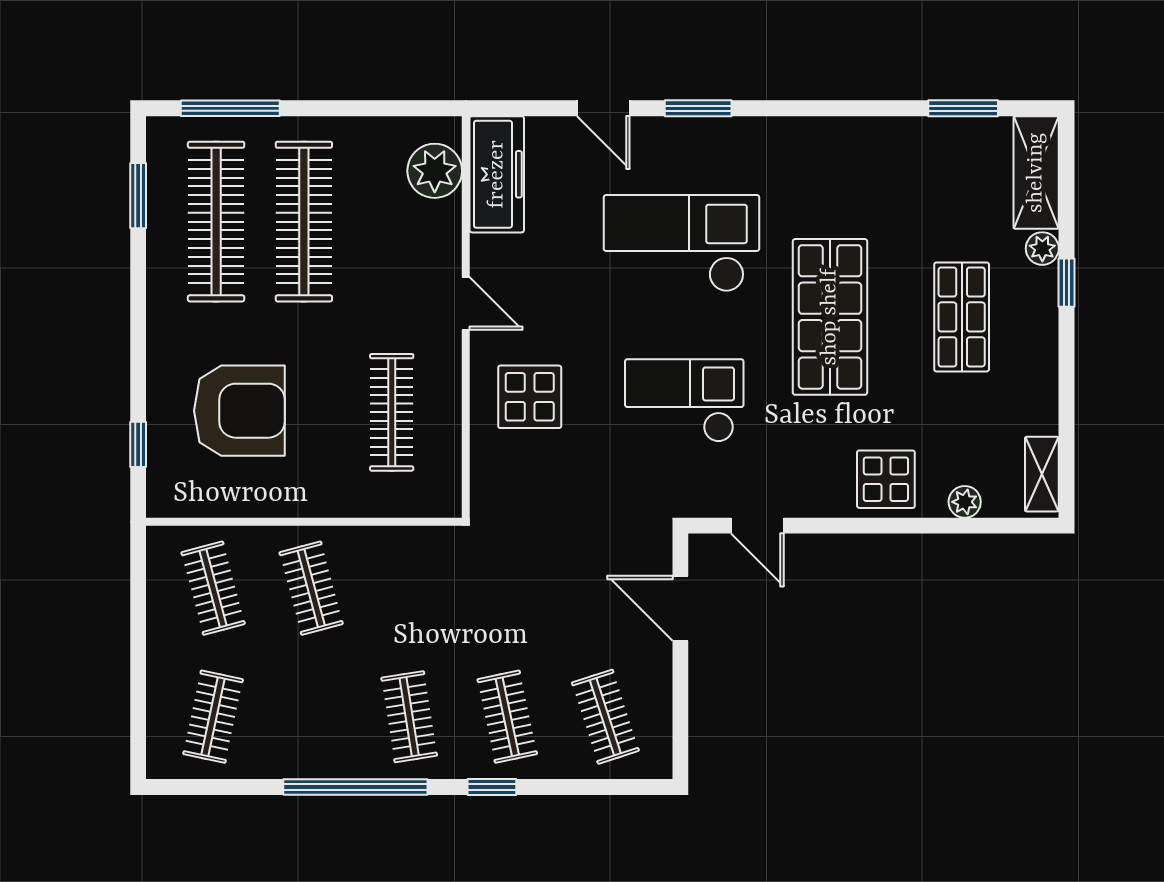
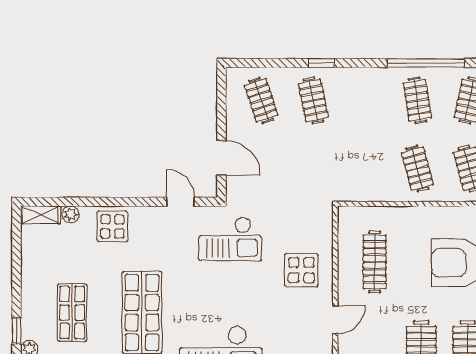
door: (466, 303) -> (335, 320), swing flipped
checkout: (684, 401) -> (230, 239), moved
shelving: (1042, 474) -> (40, 215), moved, turned 90
clothes rail: (409, 717) -> (417, 100), moved
window: (355, 787) -> (426, 63), moved

